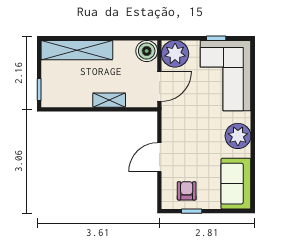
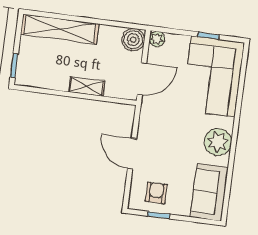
plant: (175, 54) -> (157, 39), width x0.53, depth x0.53
door: (159, 157) -> (132, 154), hinge flipped

